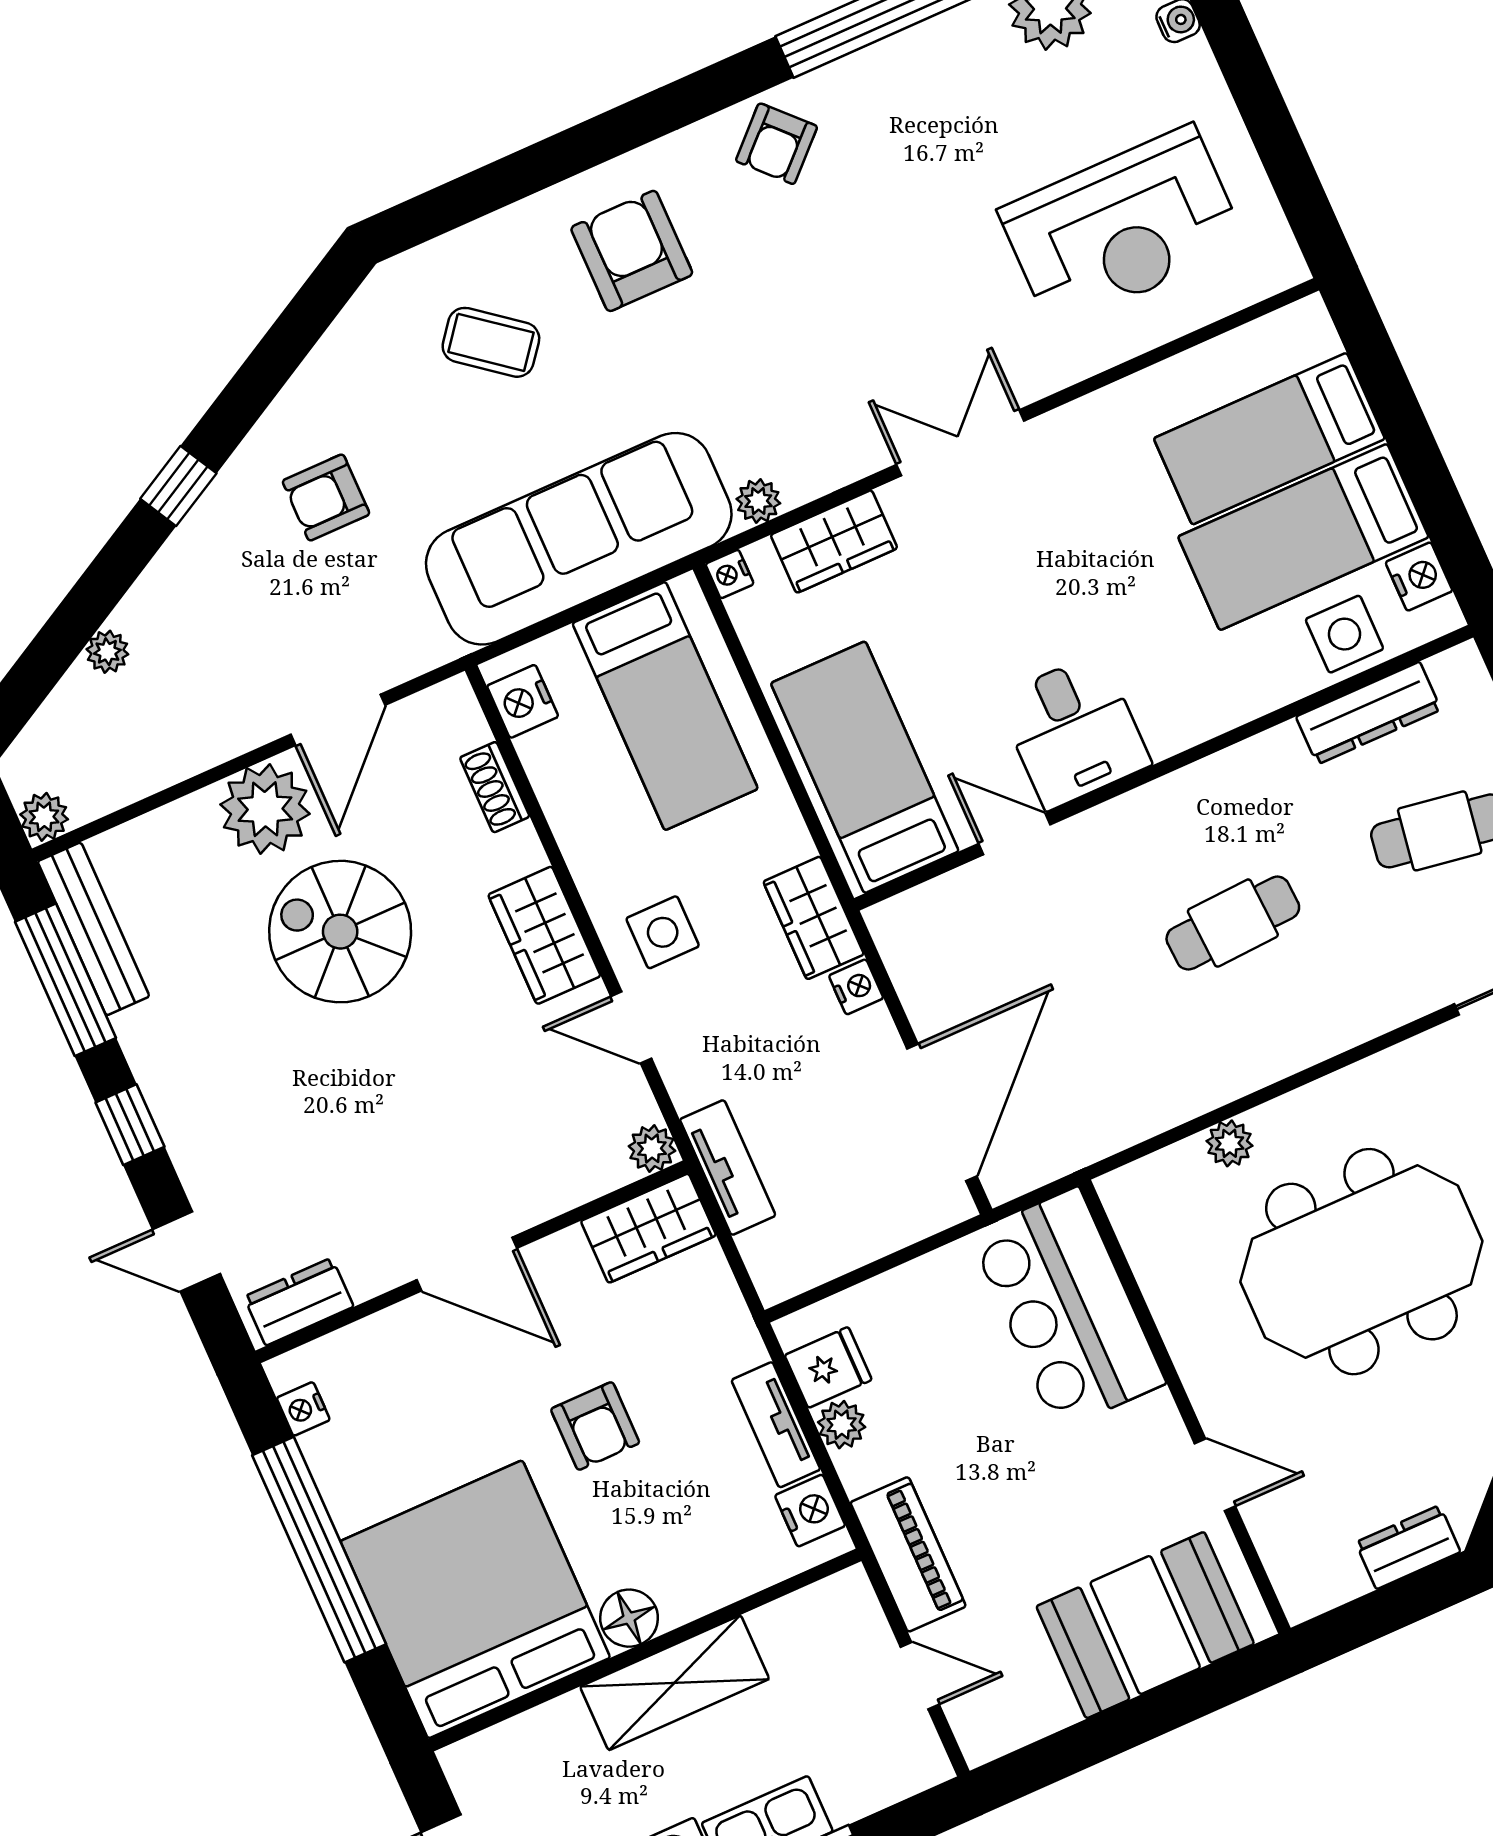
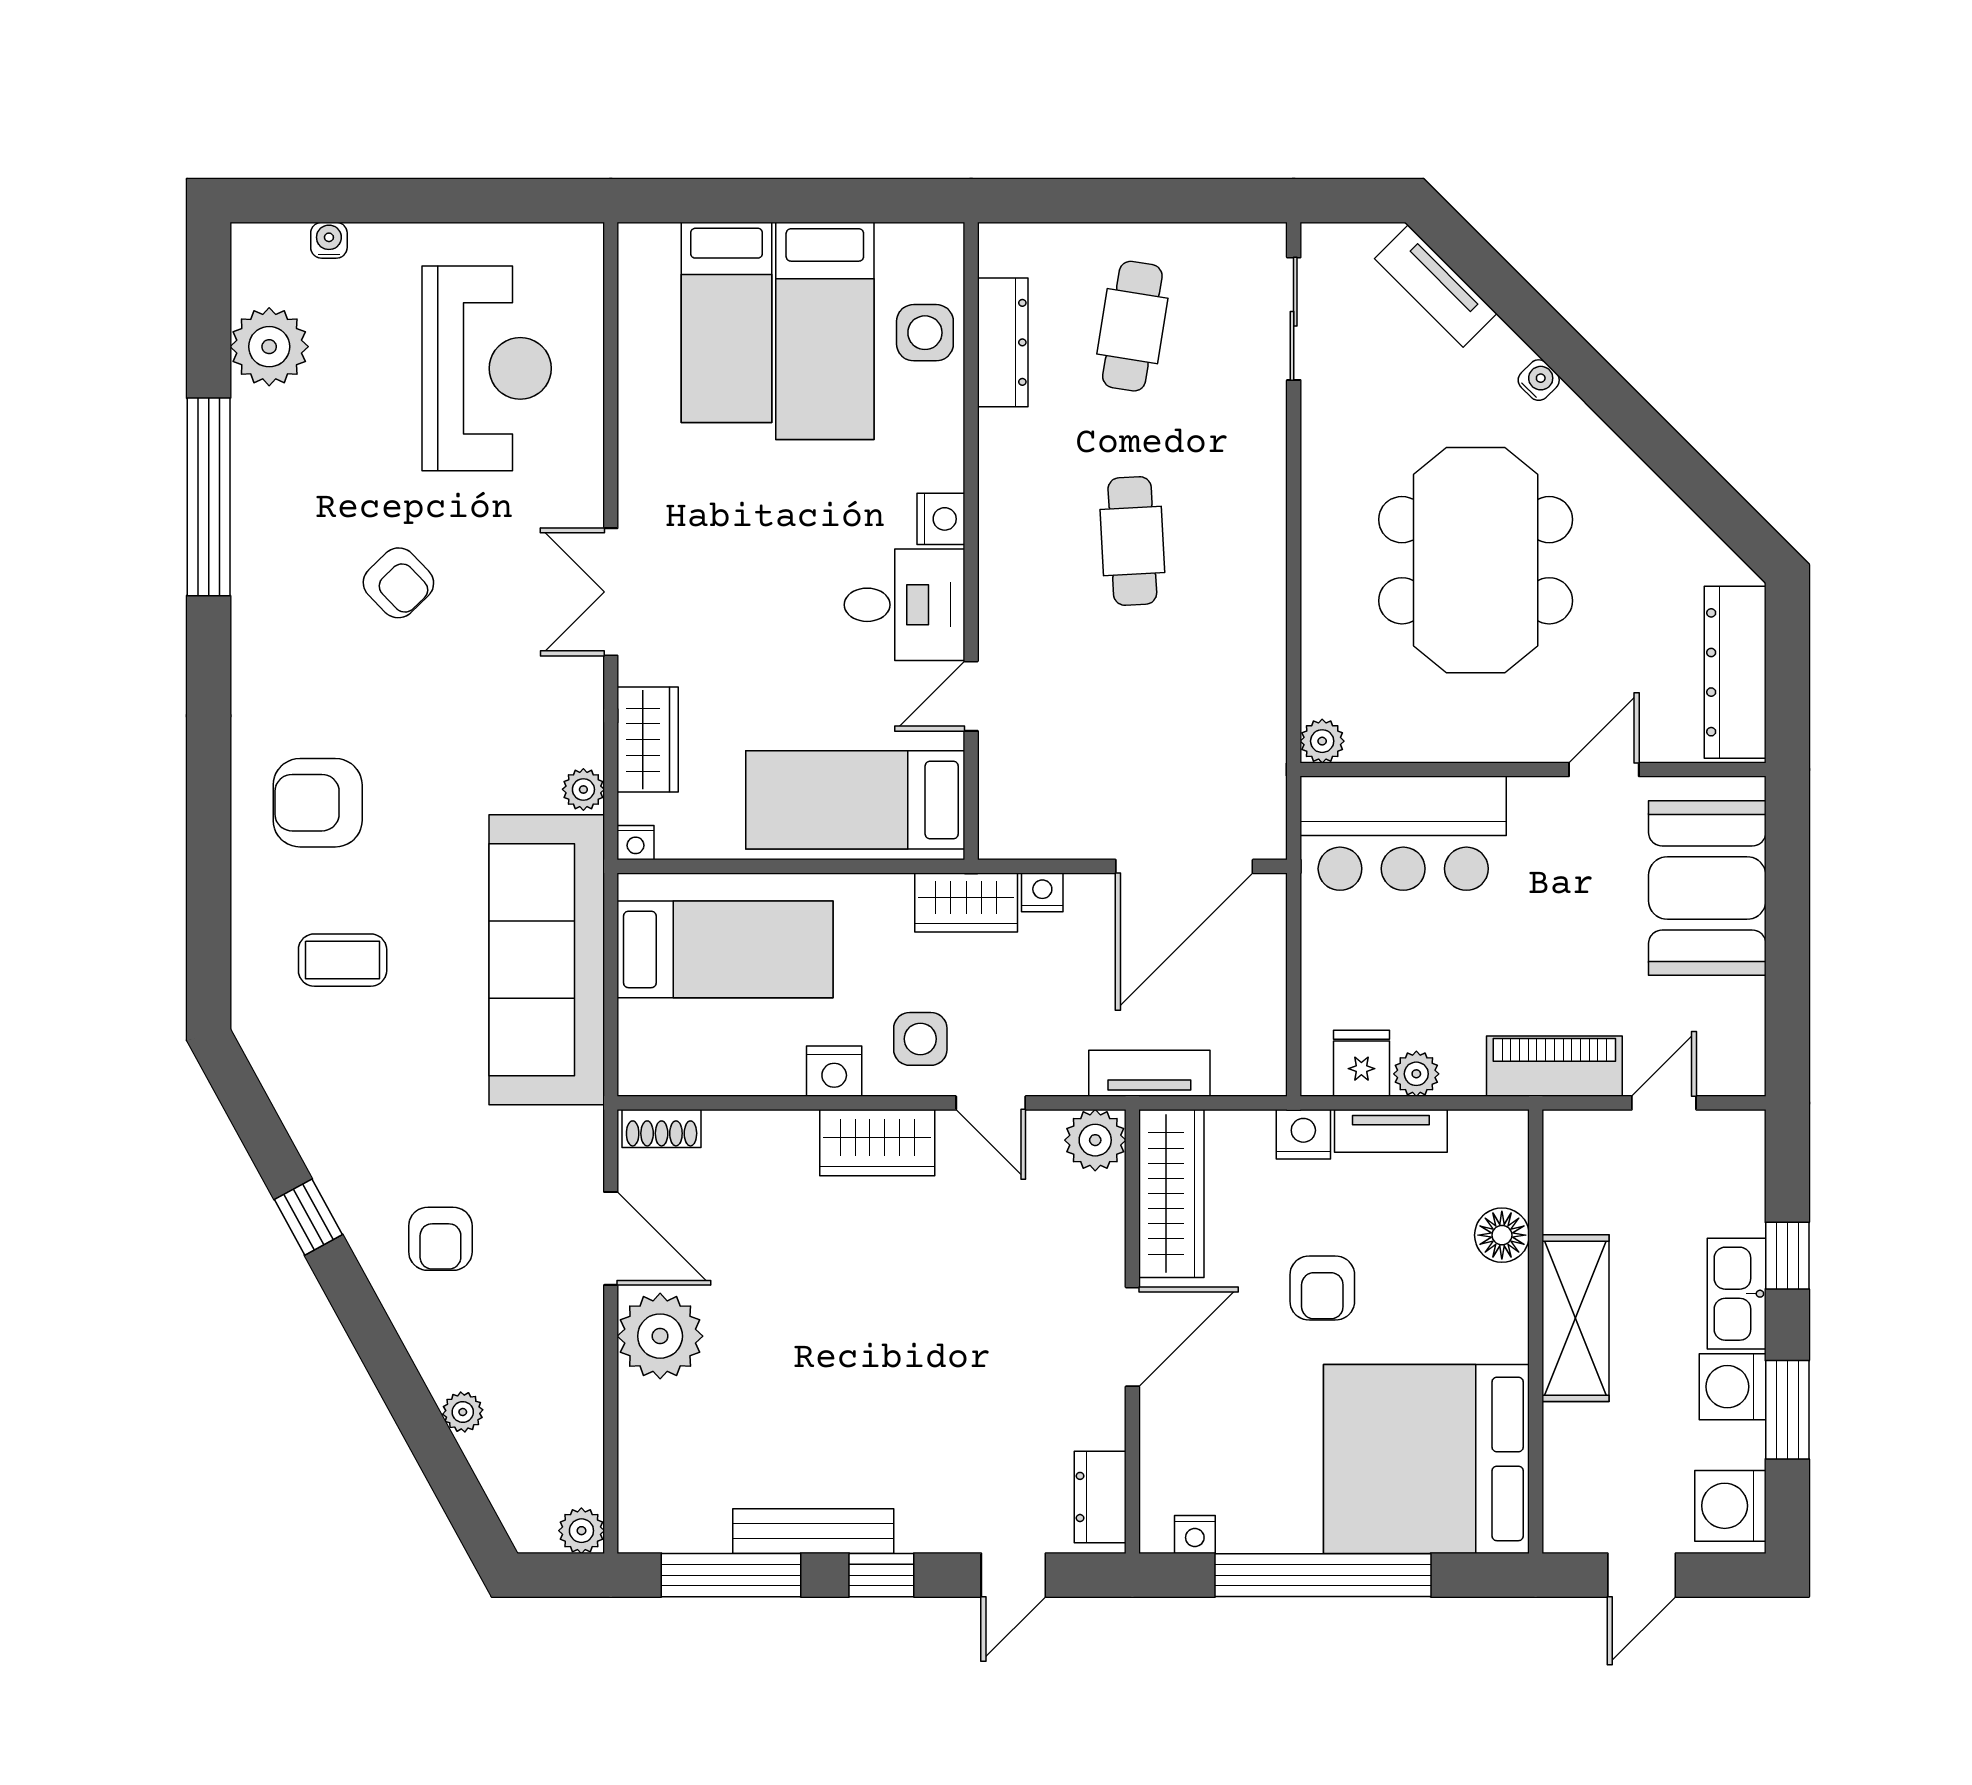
armchair: (776, 144) -> (398, 583), moved
coffee table: (491, 342) -> (343, 960), turned 52
window: (178, 486) -> (308, 1217), moved
armchair: (326, 497) -> (440, 1239), moved
nightstand: (1419, 577) -> (941, 519), moved, turned 90
nightstand: (523, 701) -> (834, 1071), moved
shoe rack: (495, 787) -> (662, 1128), moved
bench: (93, 929) -> (813, 1531), moved
spiral stairs: (340, 932) -> (795, 1318), removed
door: (631, 1027) -> (991, 1103), hinge flipped
door: (942, 1112) -> (1184, 866), swing flipped
plant: (1230, 1143) -> (1322, 741), moved
plant: (652, 1148) -> (1095, 1140), width x1.38, depth x1.38
wardrobe: (648, 1228) -> (1171, 1194), width x1.50
armchair: (595, 1426) -> (1322, 1288), turned 90
nightstand: (810, 1511) -> (1303, 1134), moved
dresser: (1408, 1547) -> (1735, 672), width x1.96, depth x1.24
floor lamp: (629, 1618) -> (1502, 1235), moved

